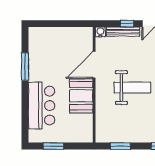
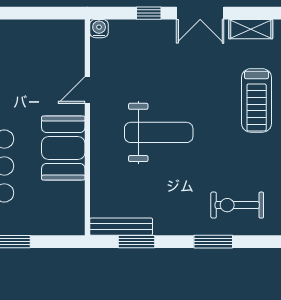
bench: (123, 32) -> (121, 227), moved
door: (94, 65) -> (87, 90), width x0.53

